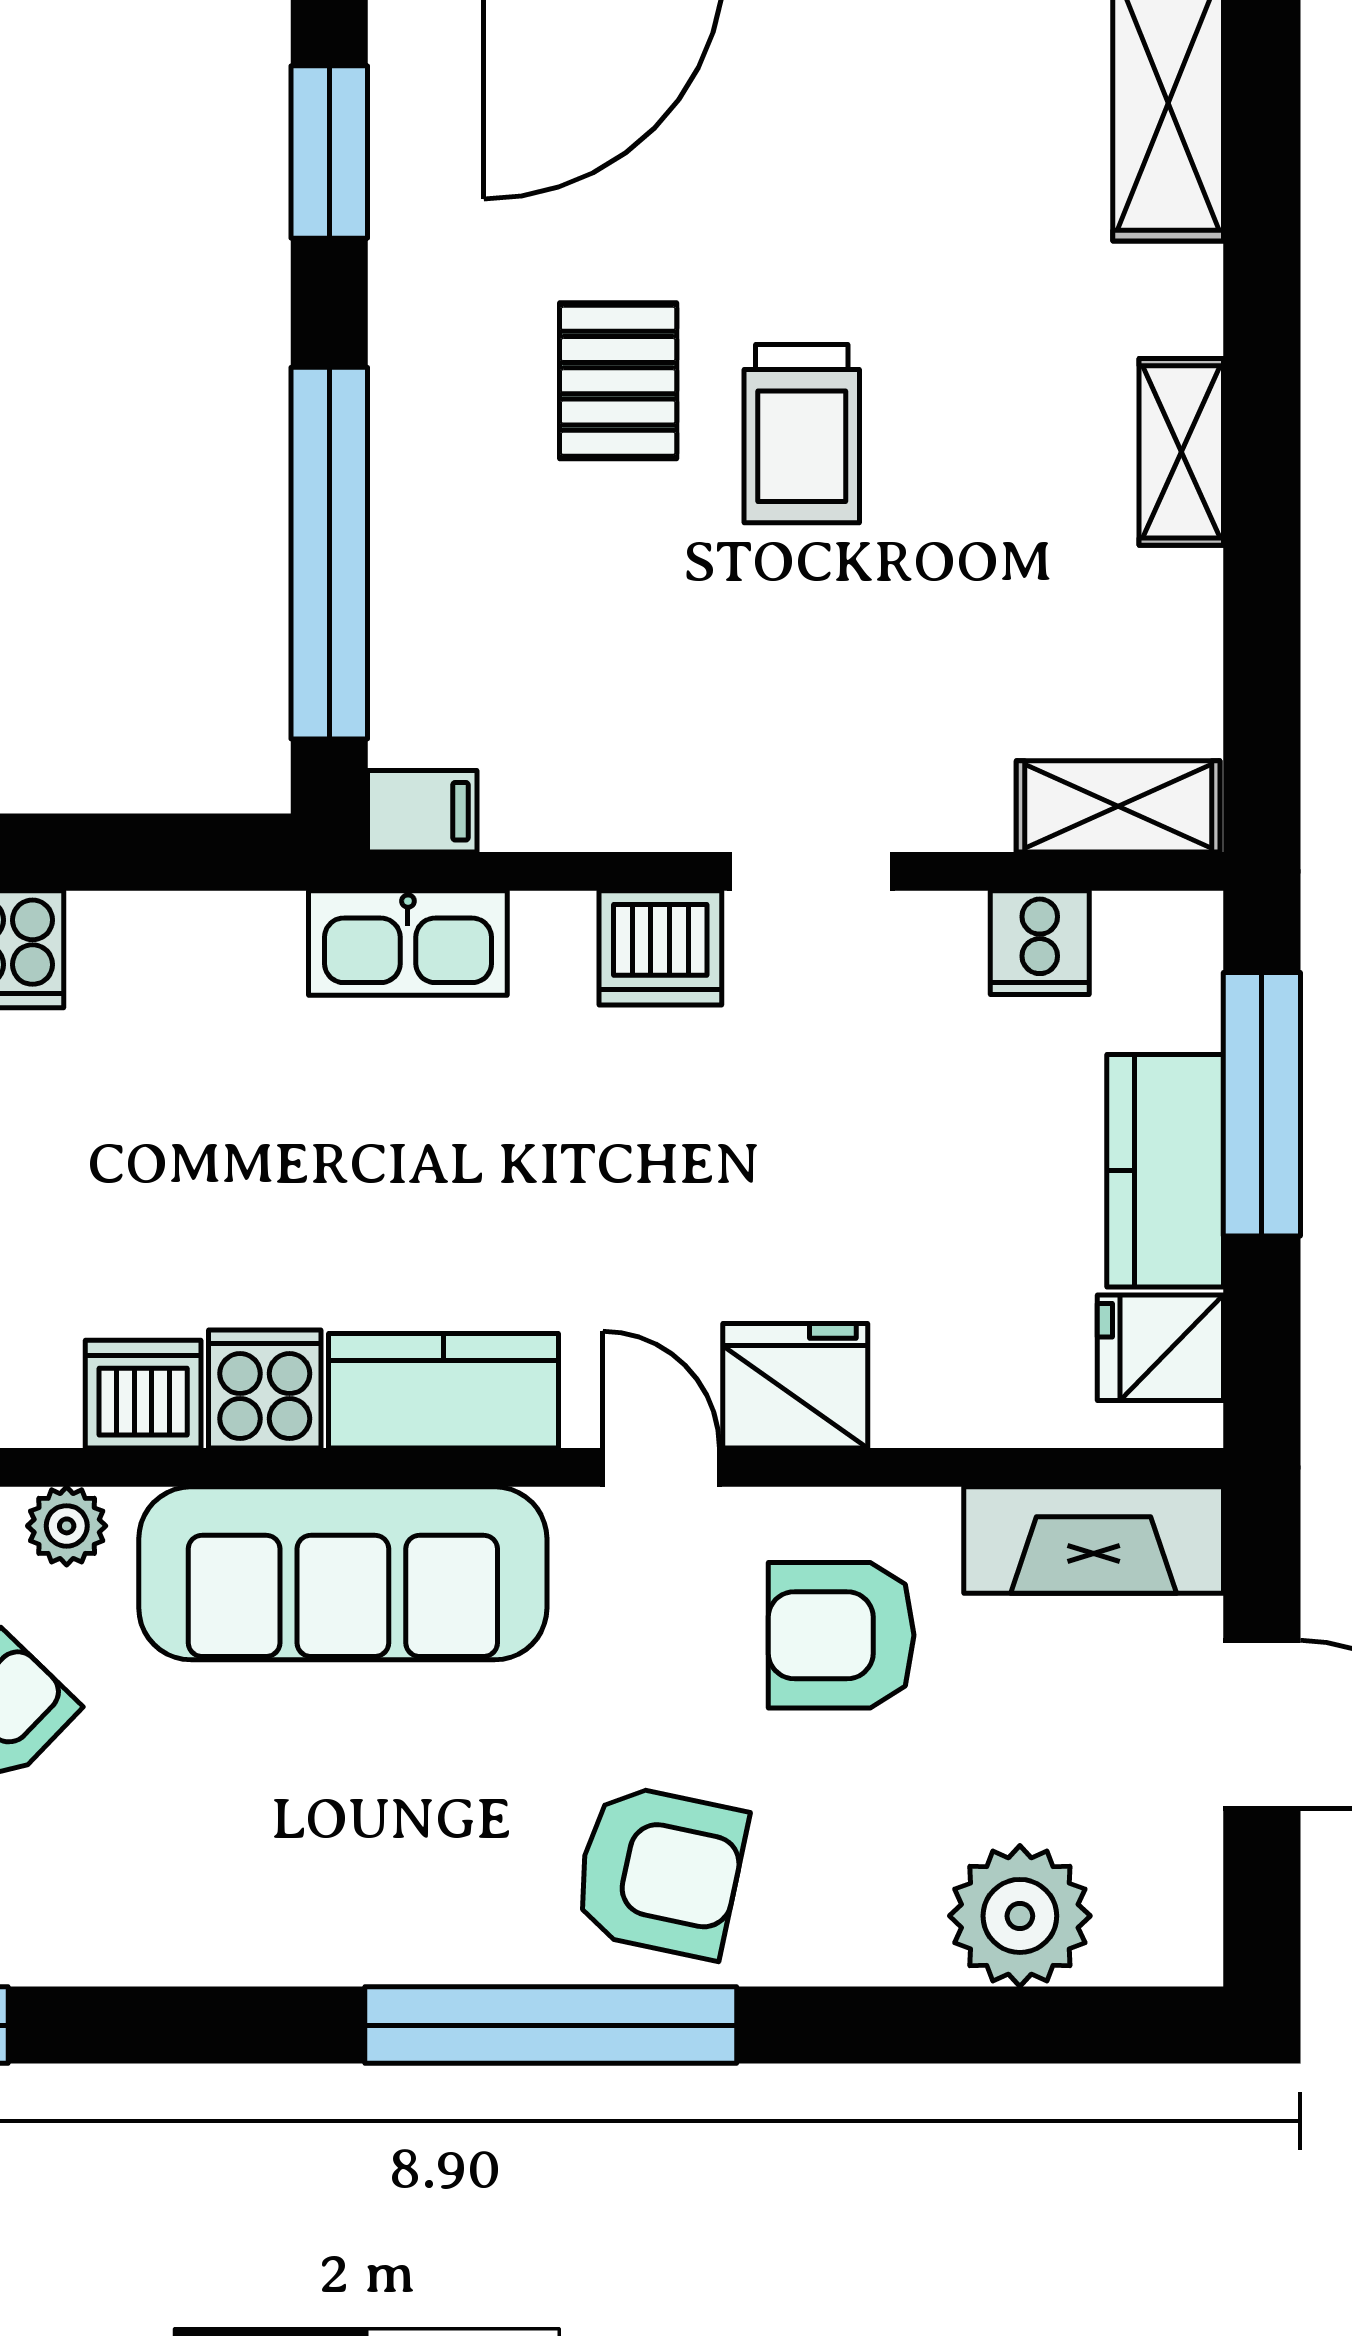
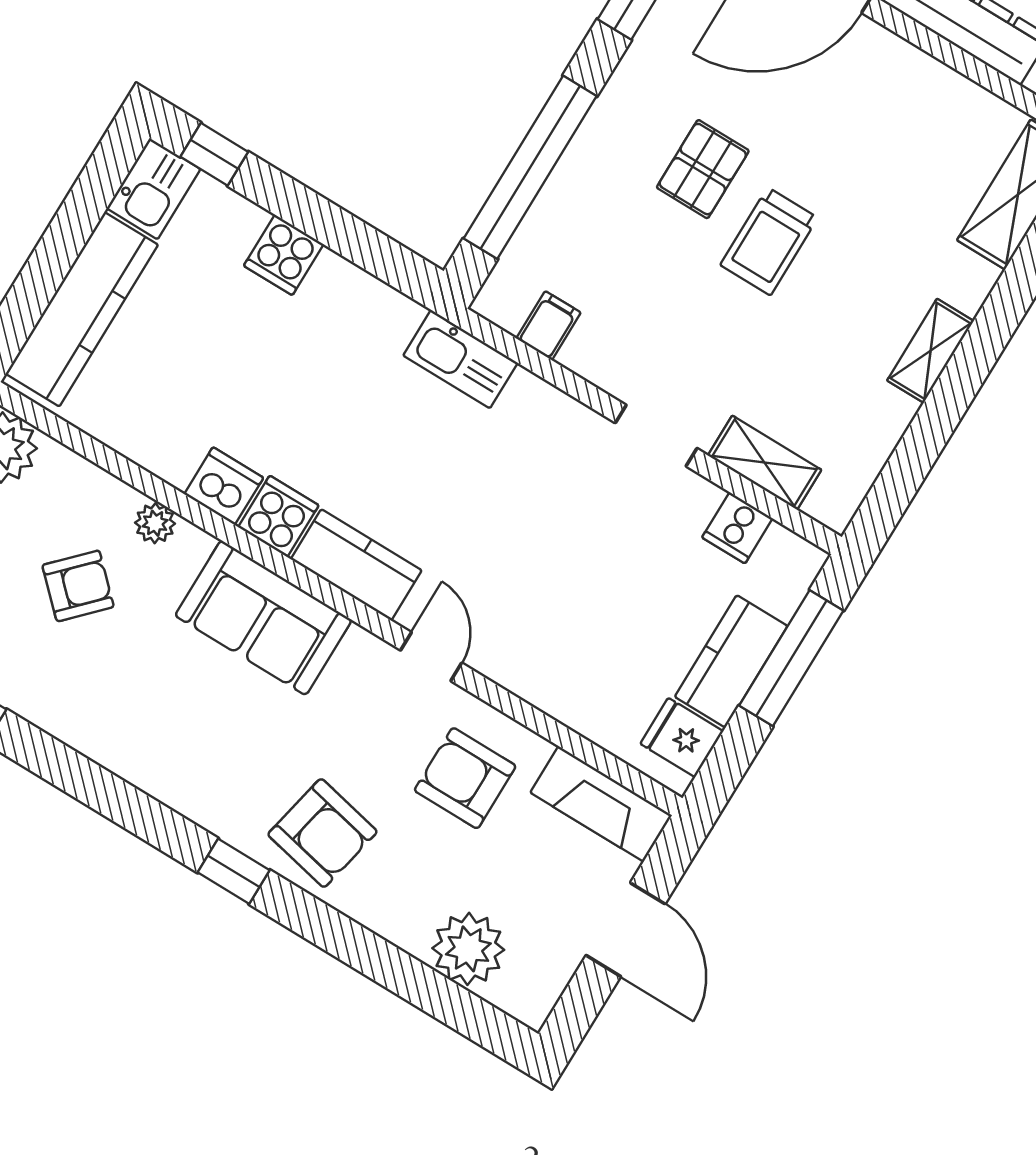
shelving: (1118, 806) -> (765, 463), moved
filing cabinet: (422, 811) -> (549, 326), moved, turned -90
dishwasher: (660, 948) -> (570, 429), removed
fridge: (795, 1386) -> (512, 657), removed
sofa: (343, 1573) -> (263, 618), width x0.73
window: (551, 2025) -> (234, 871), width x0.32

